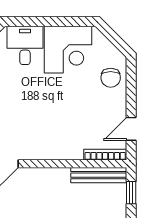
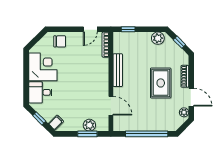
door: (131, 129) -> (90, 29), hinge flipped
bench: (99, 175) -> (118, 70), moved

